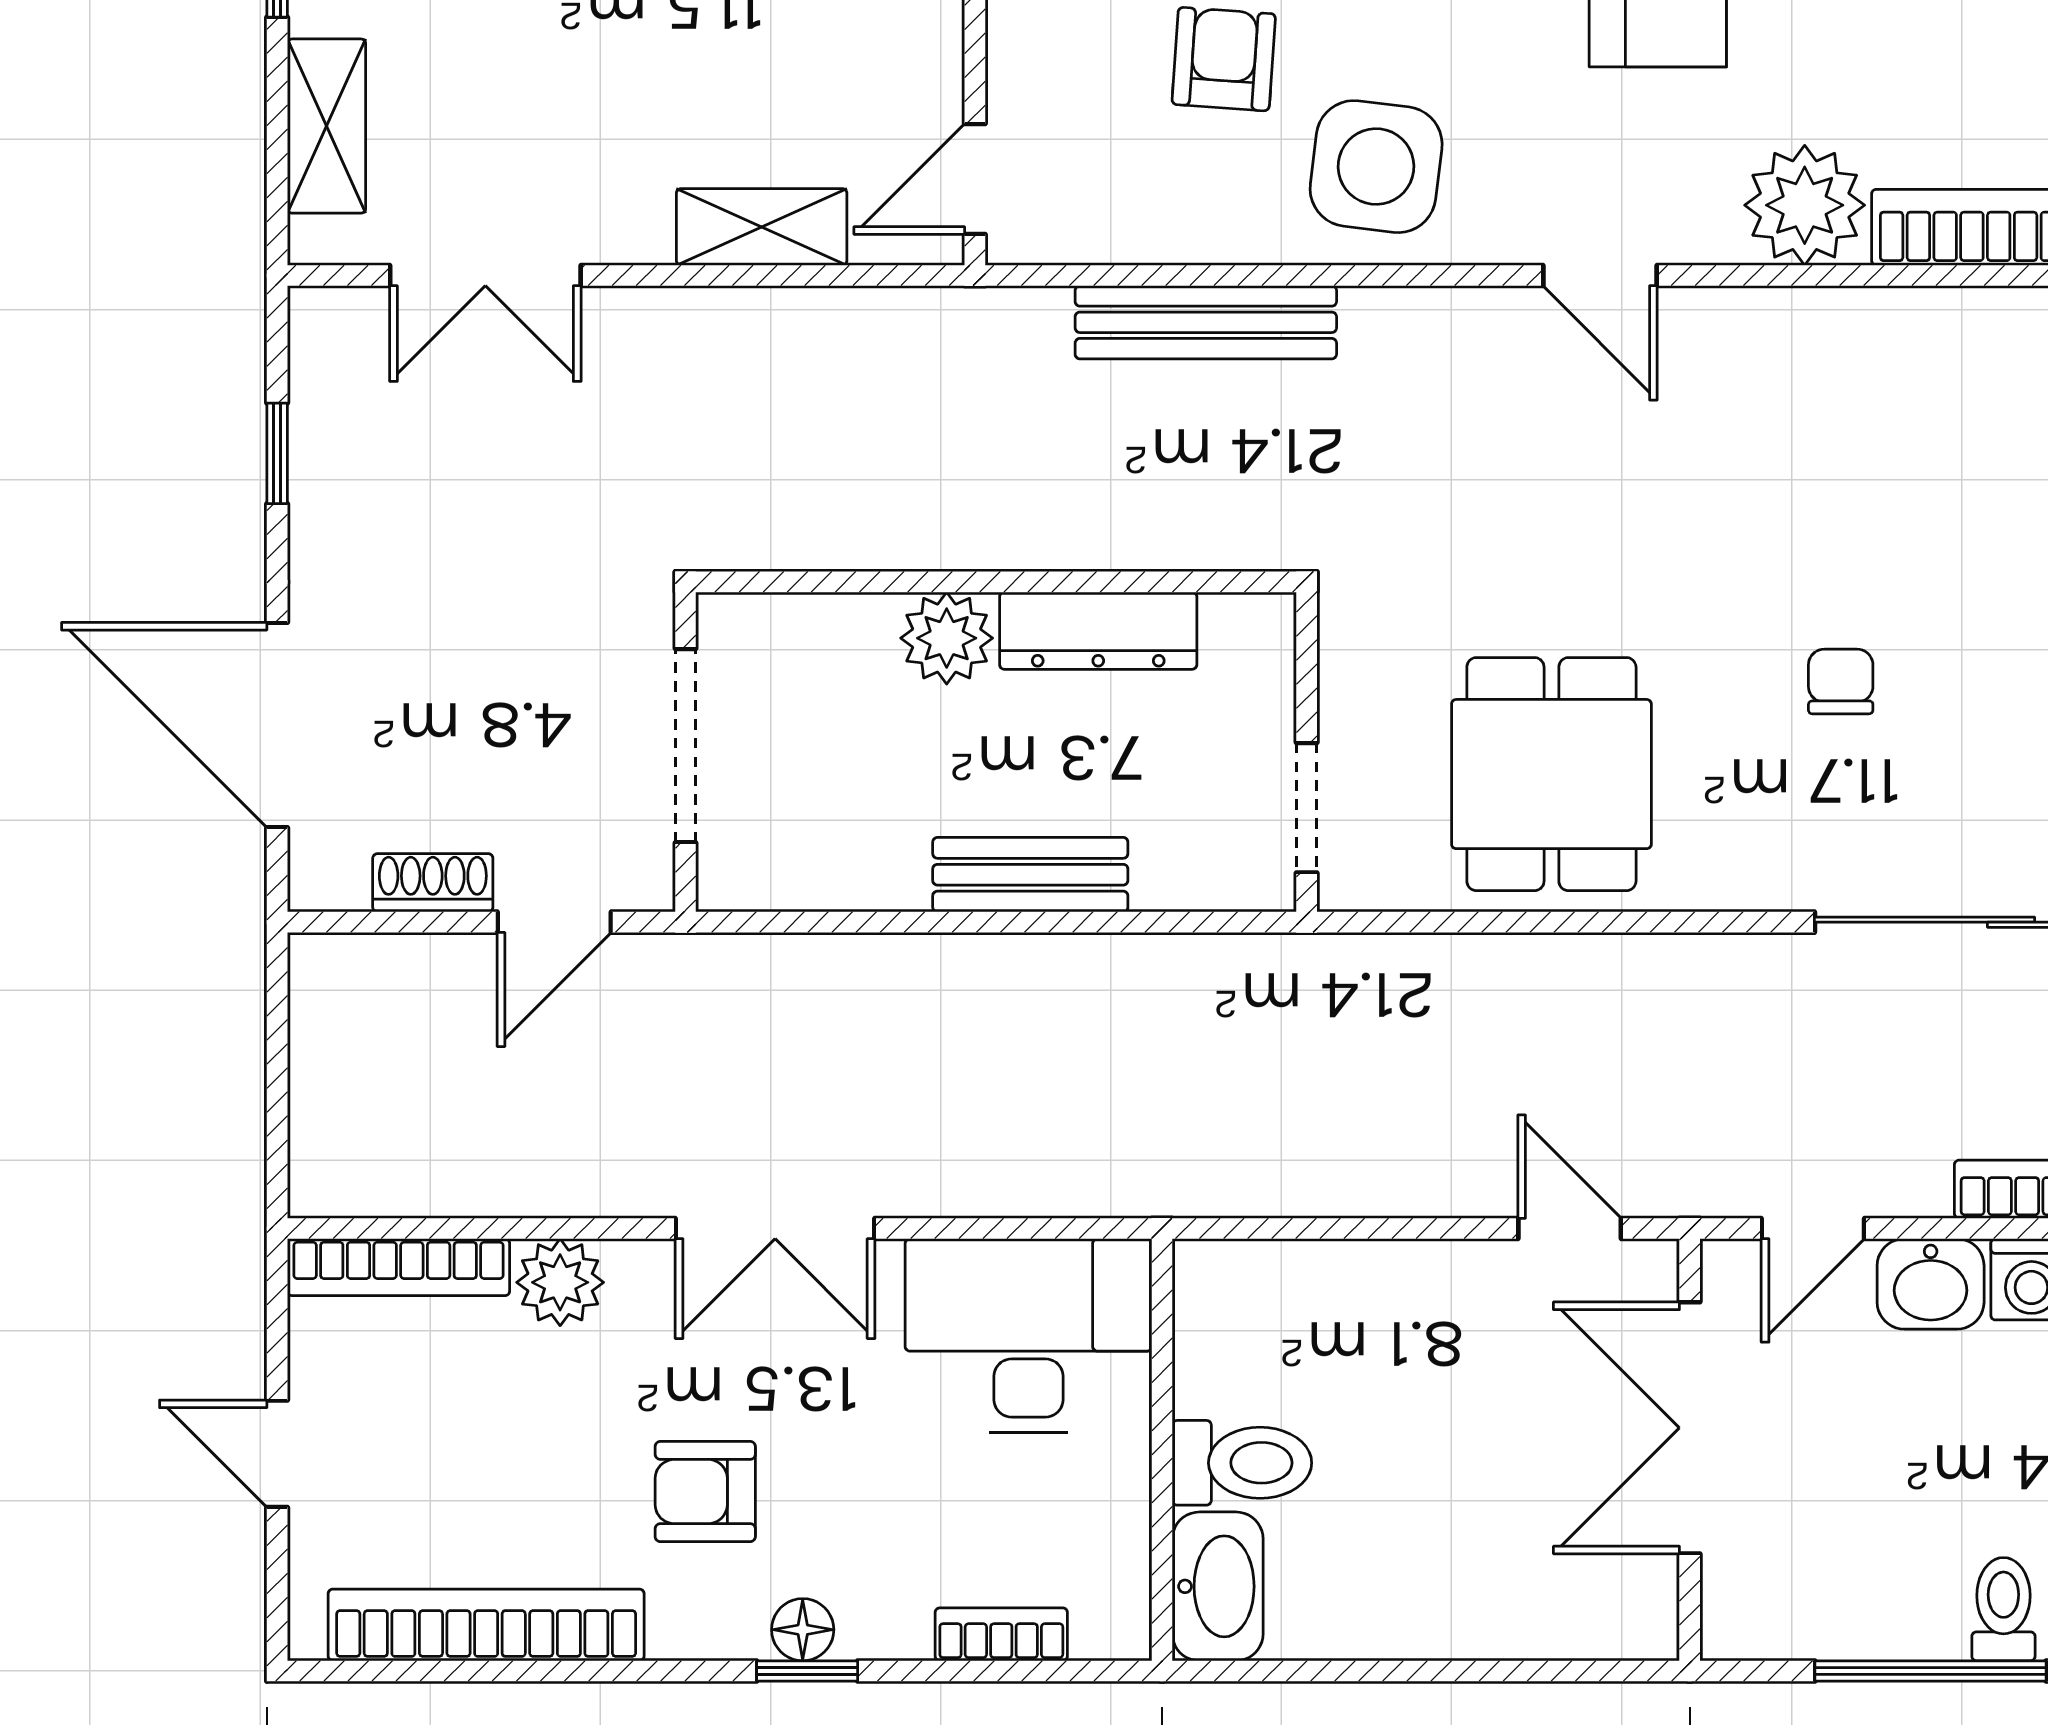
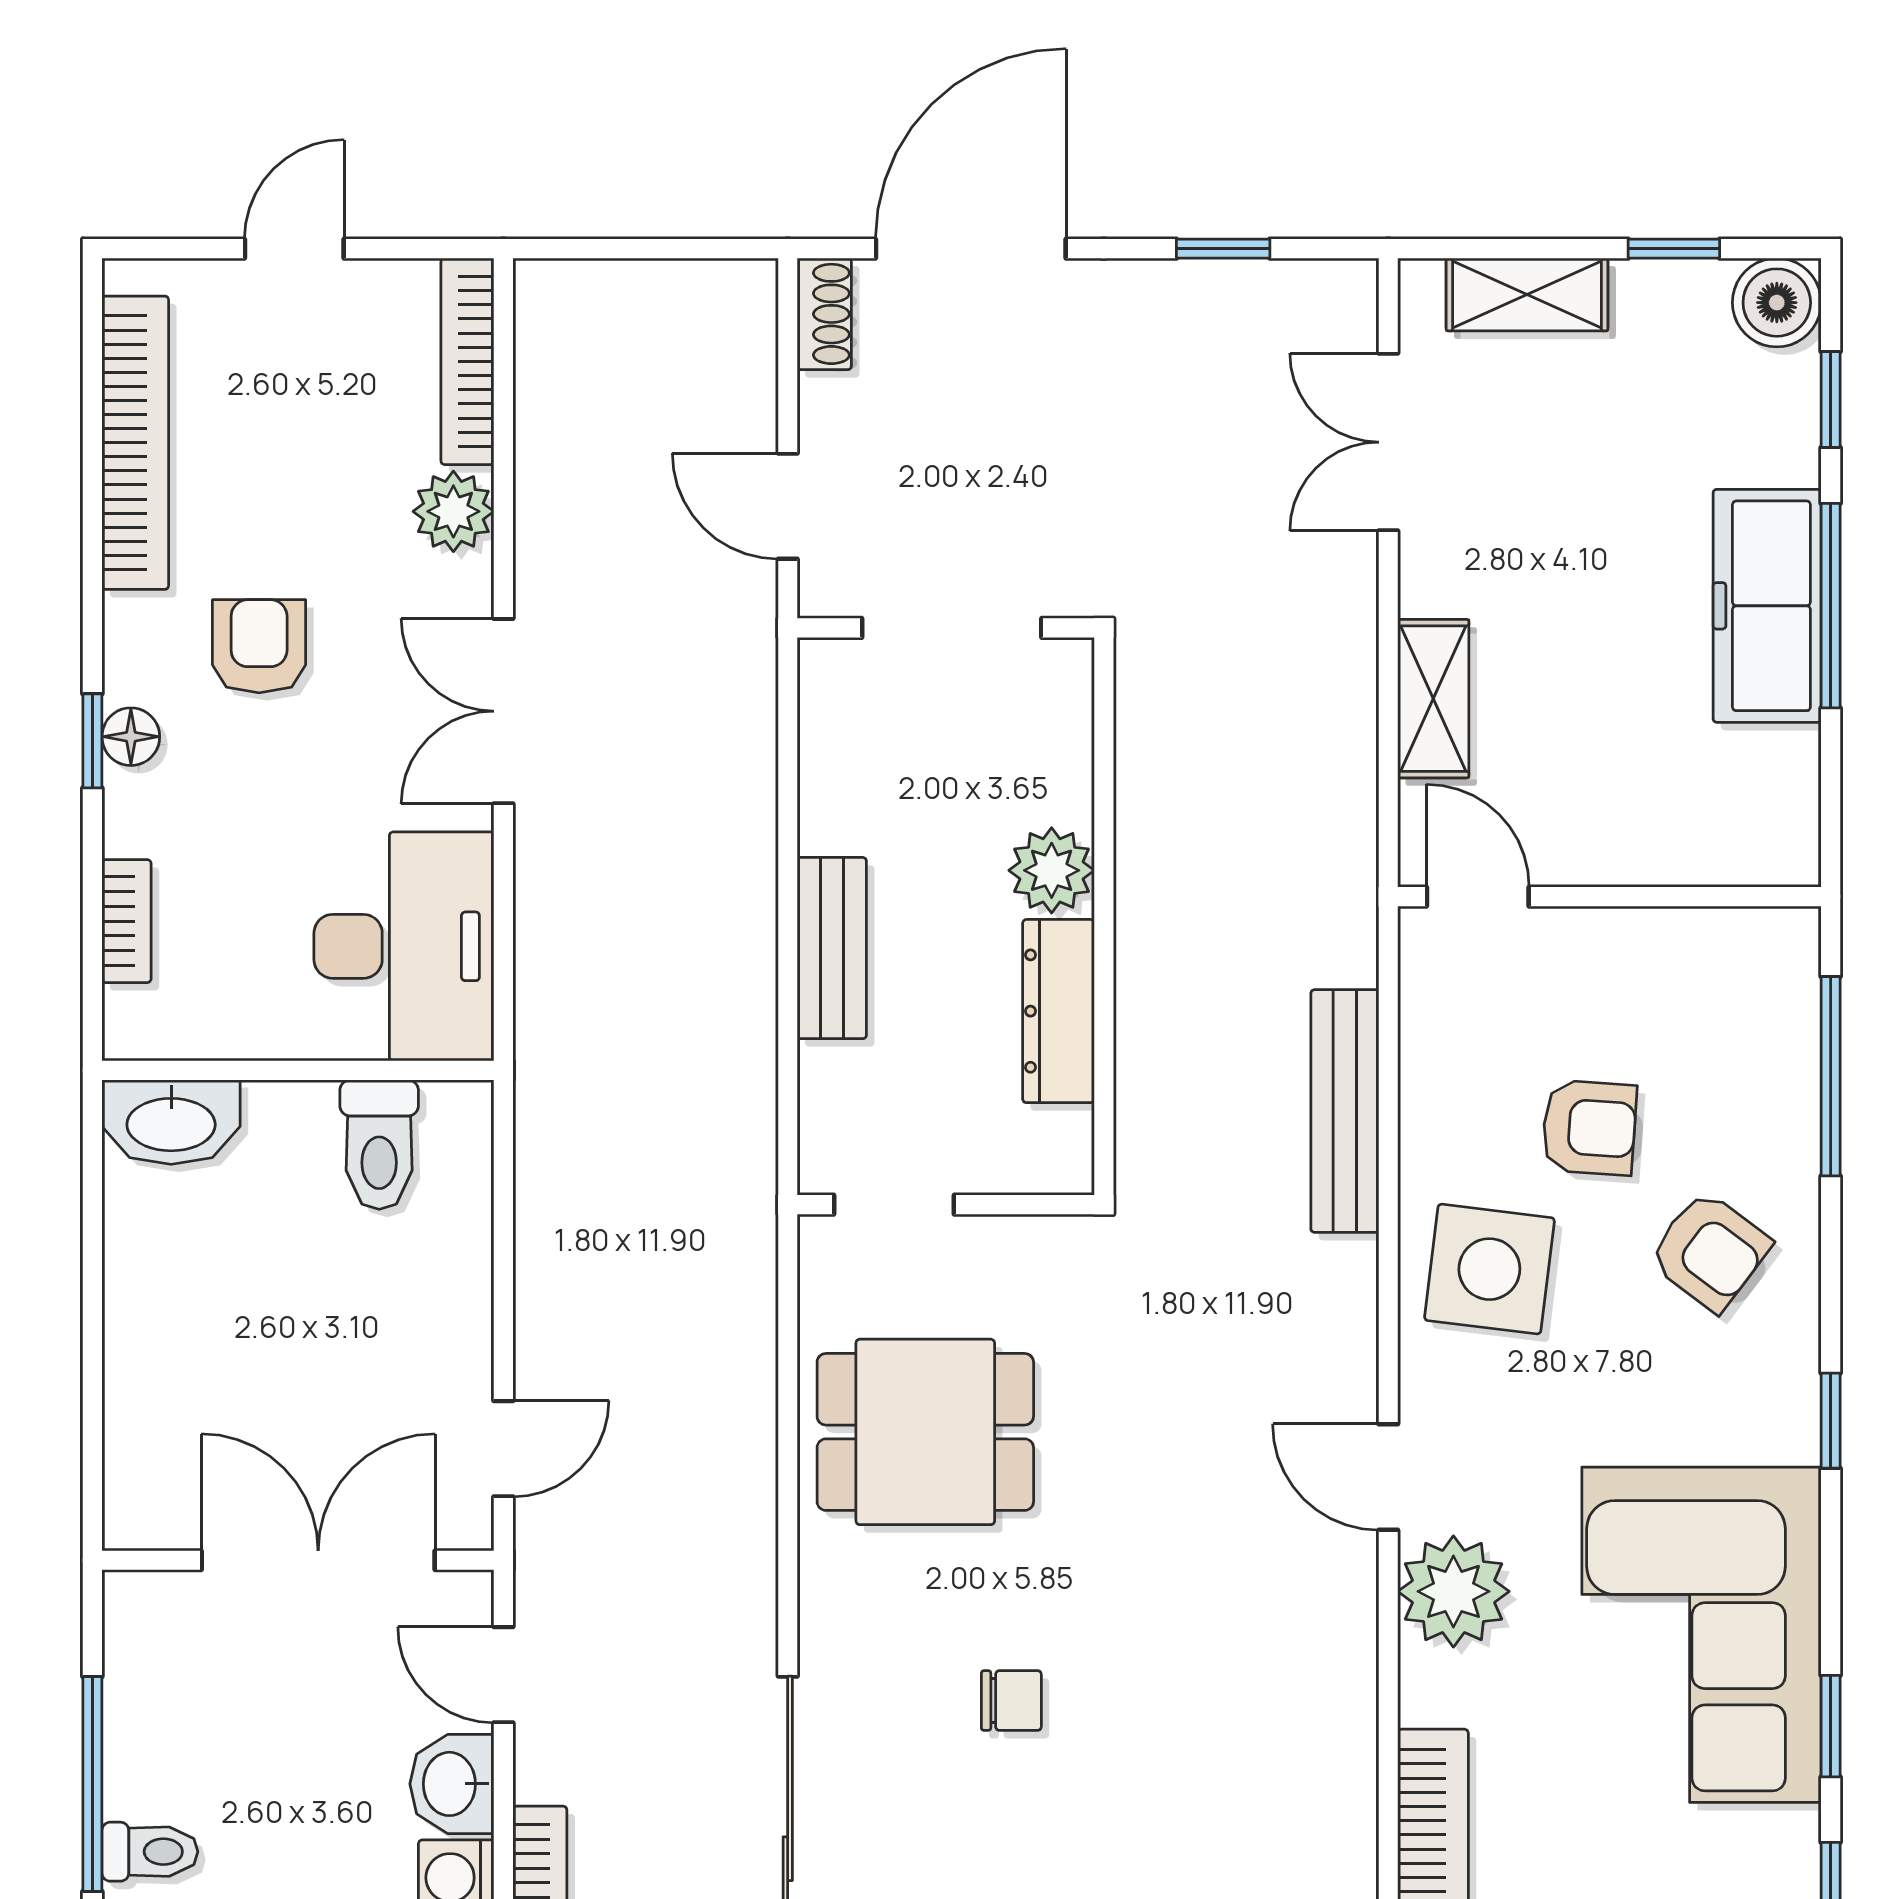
plant: (1805, 205) -> (1453, 1591), moved
door: (1600, 275) -> (1388, 1477), hinge flipped
shoe rack: (433, 883) -> (824, 314), moved
toilet: (1242, 1463) -> (379, 1145), moved

